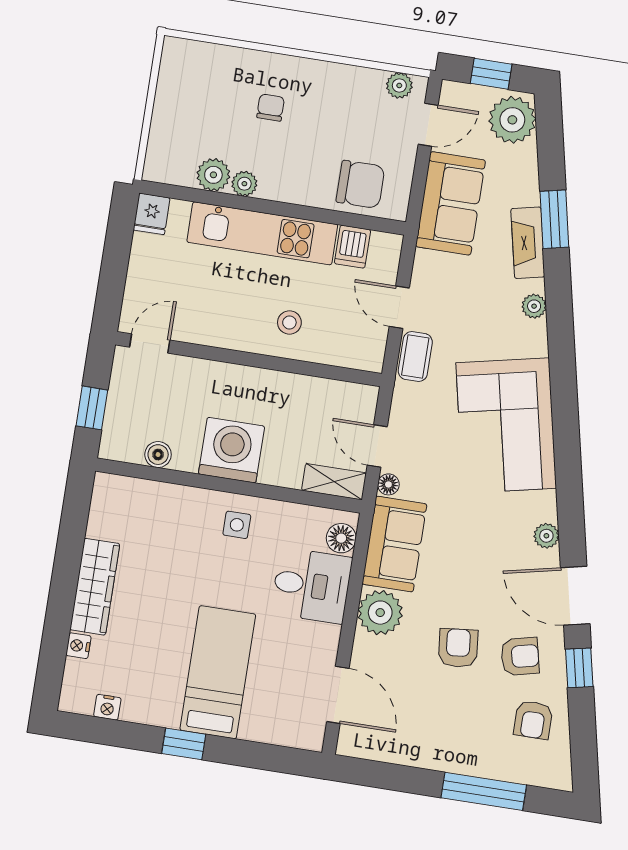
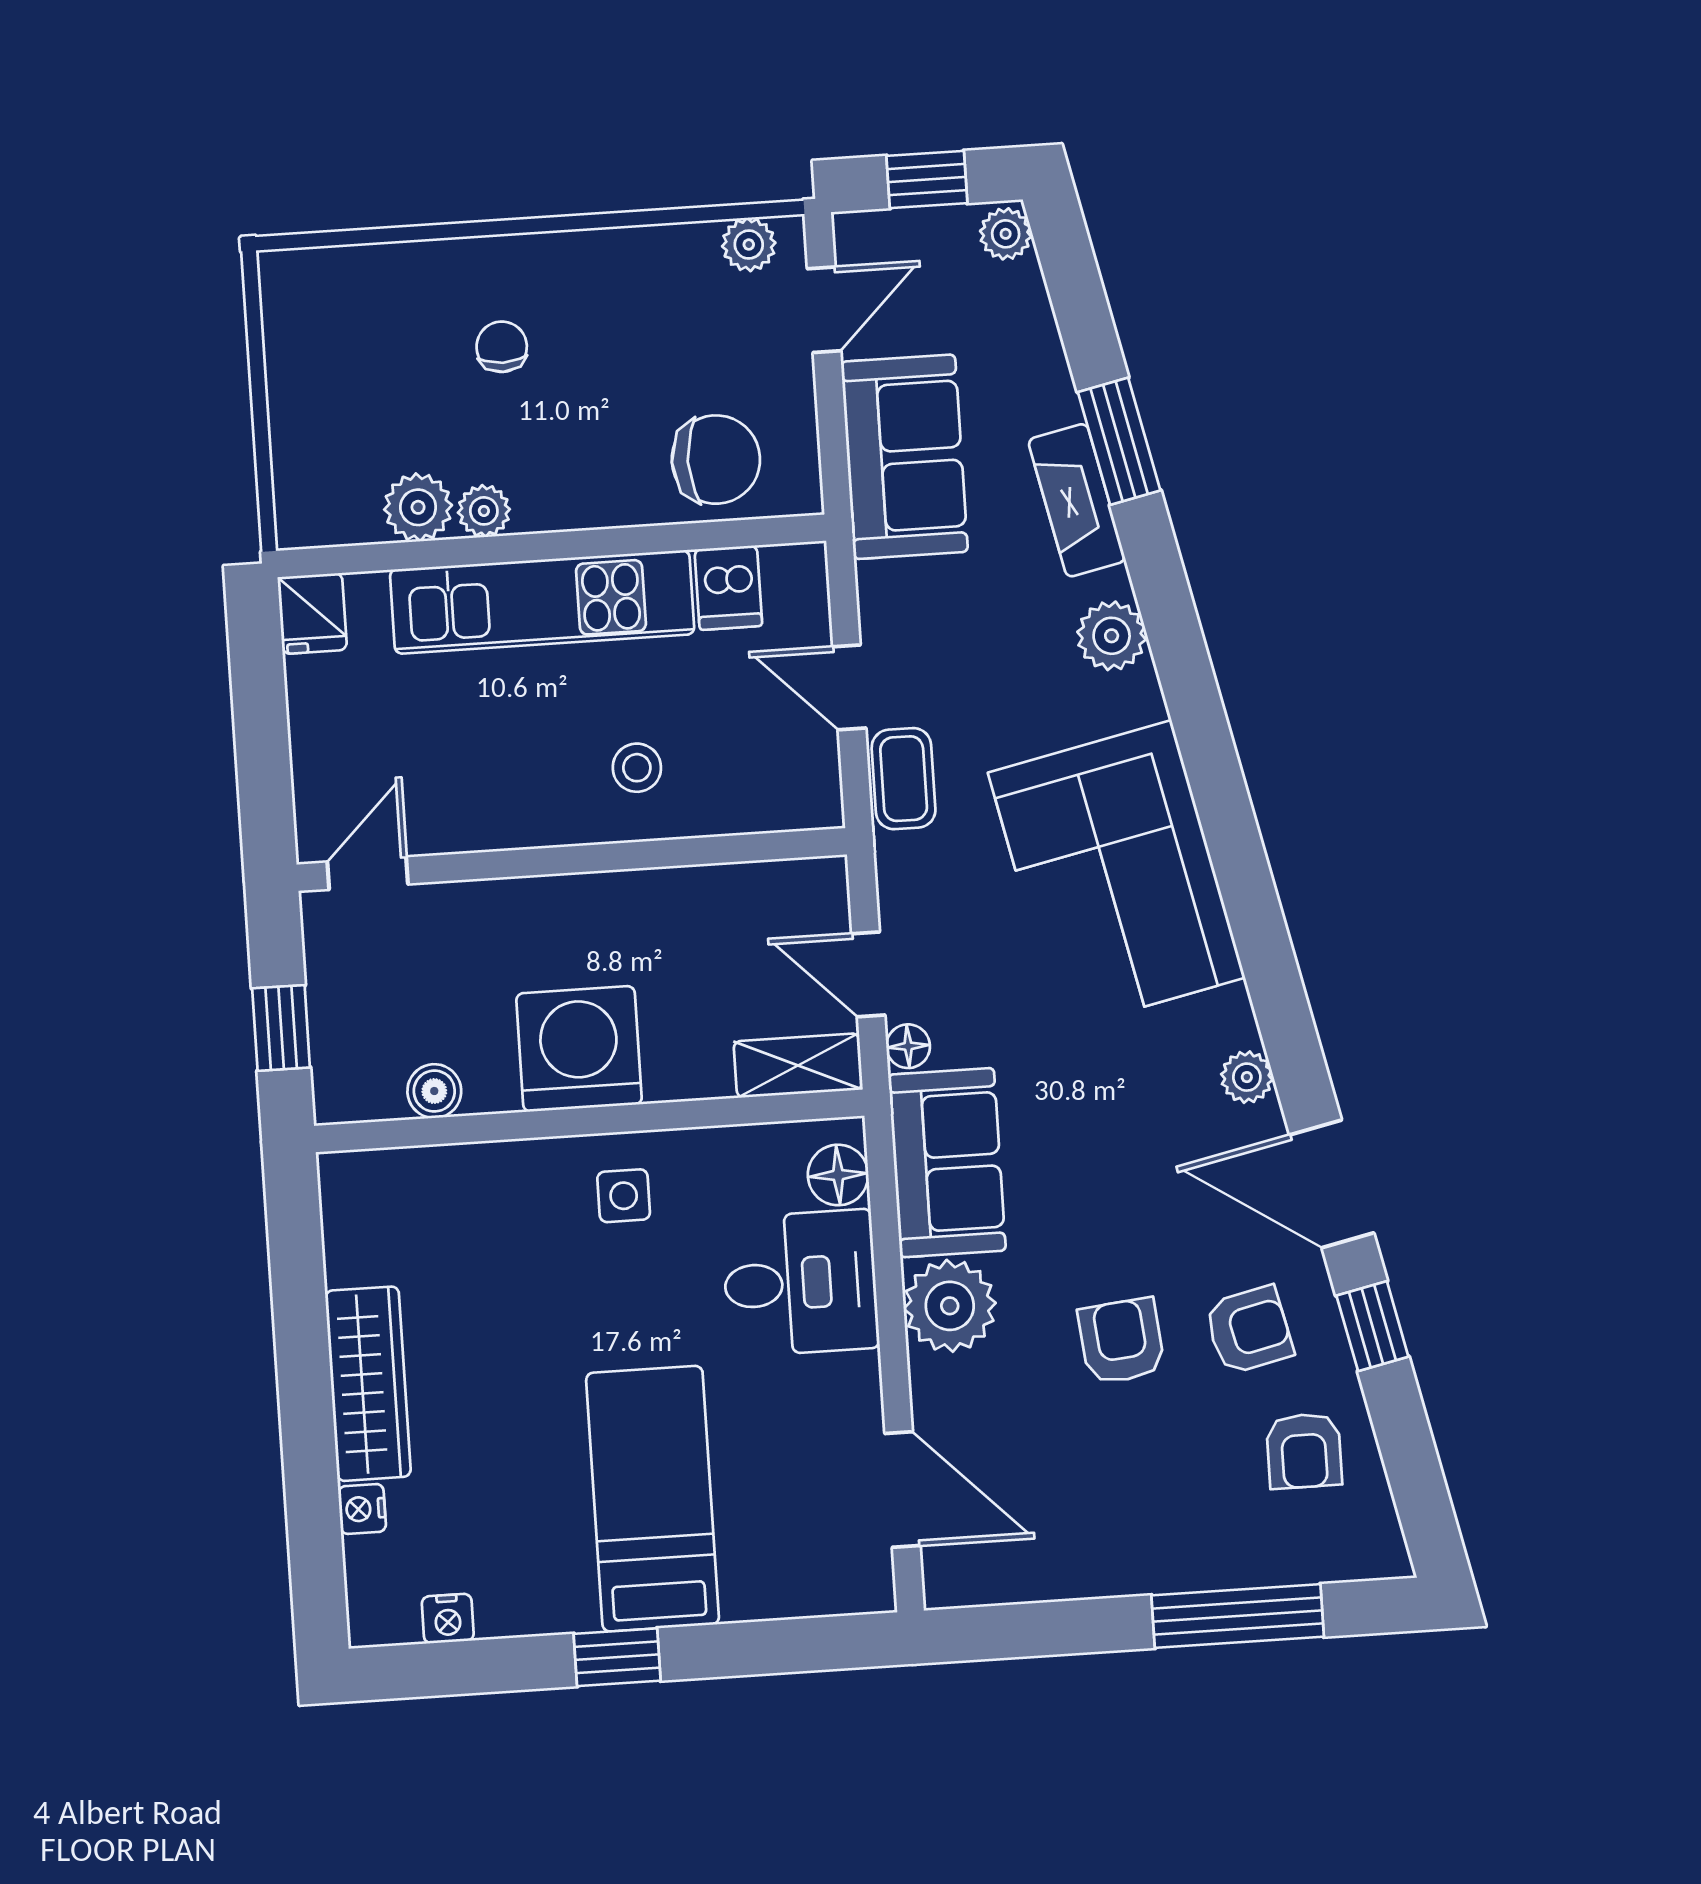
plant: (512, 120) -> (1006, 234), width x0.53, depth x0.53
plant: (534, 306) -> (1112, 636), width x1.38, depth x1.38

